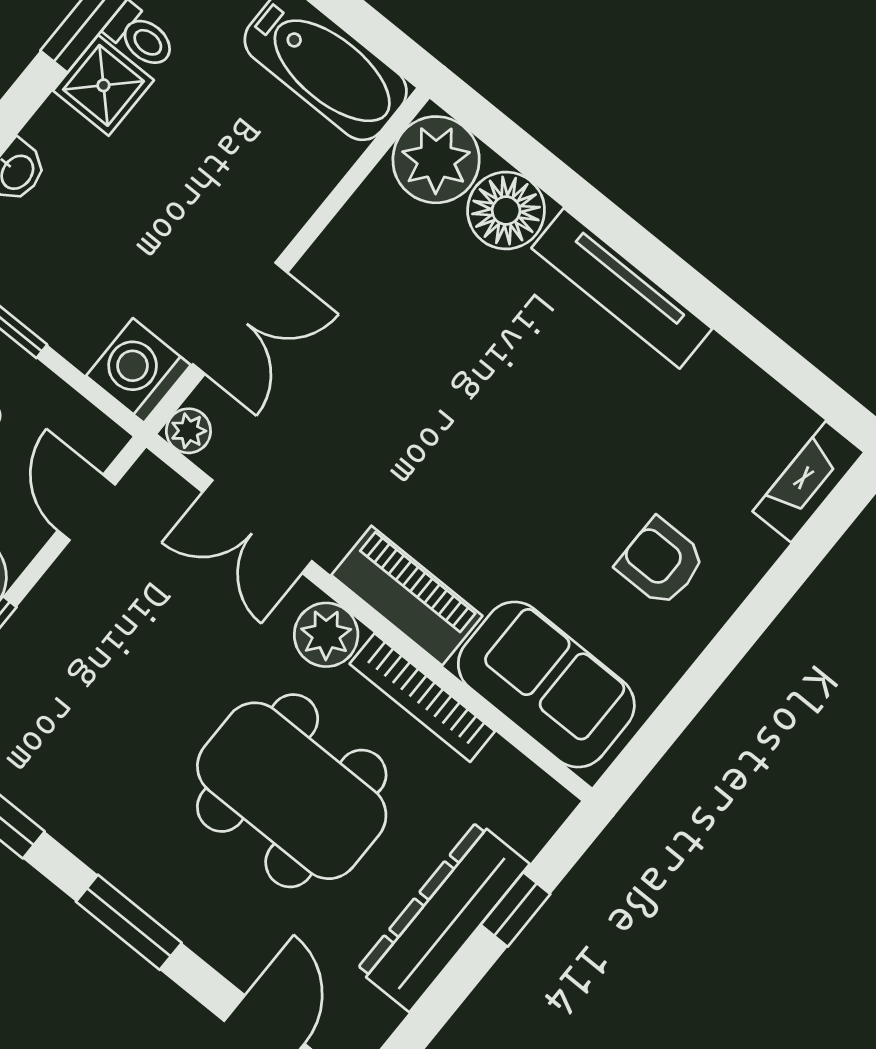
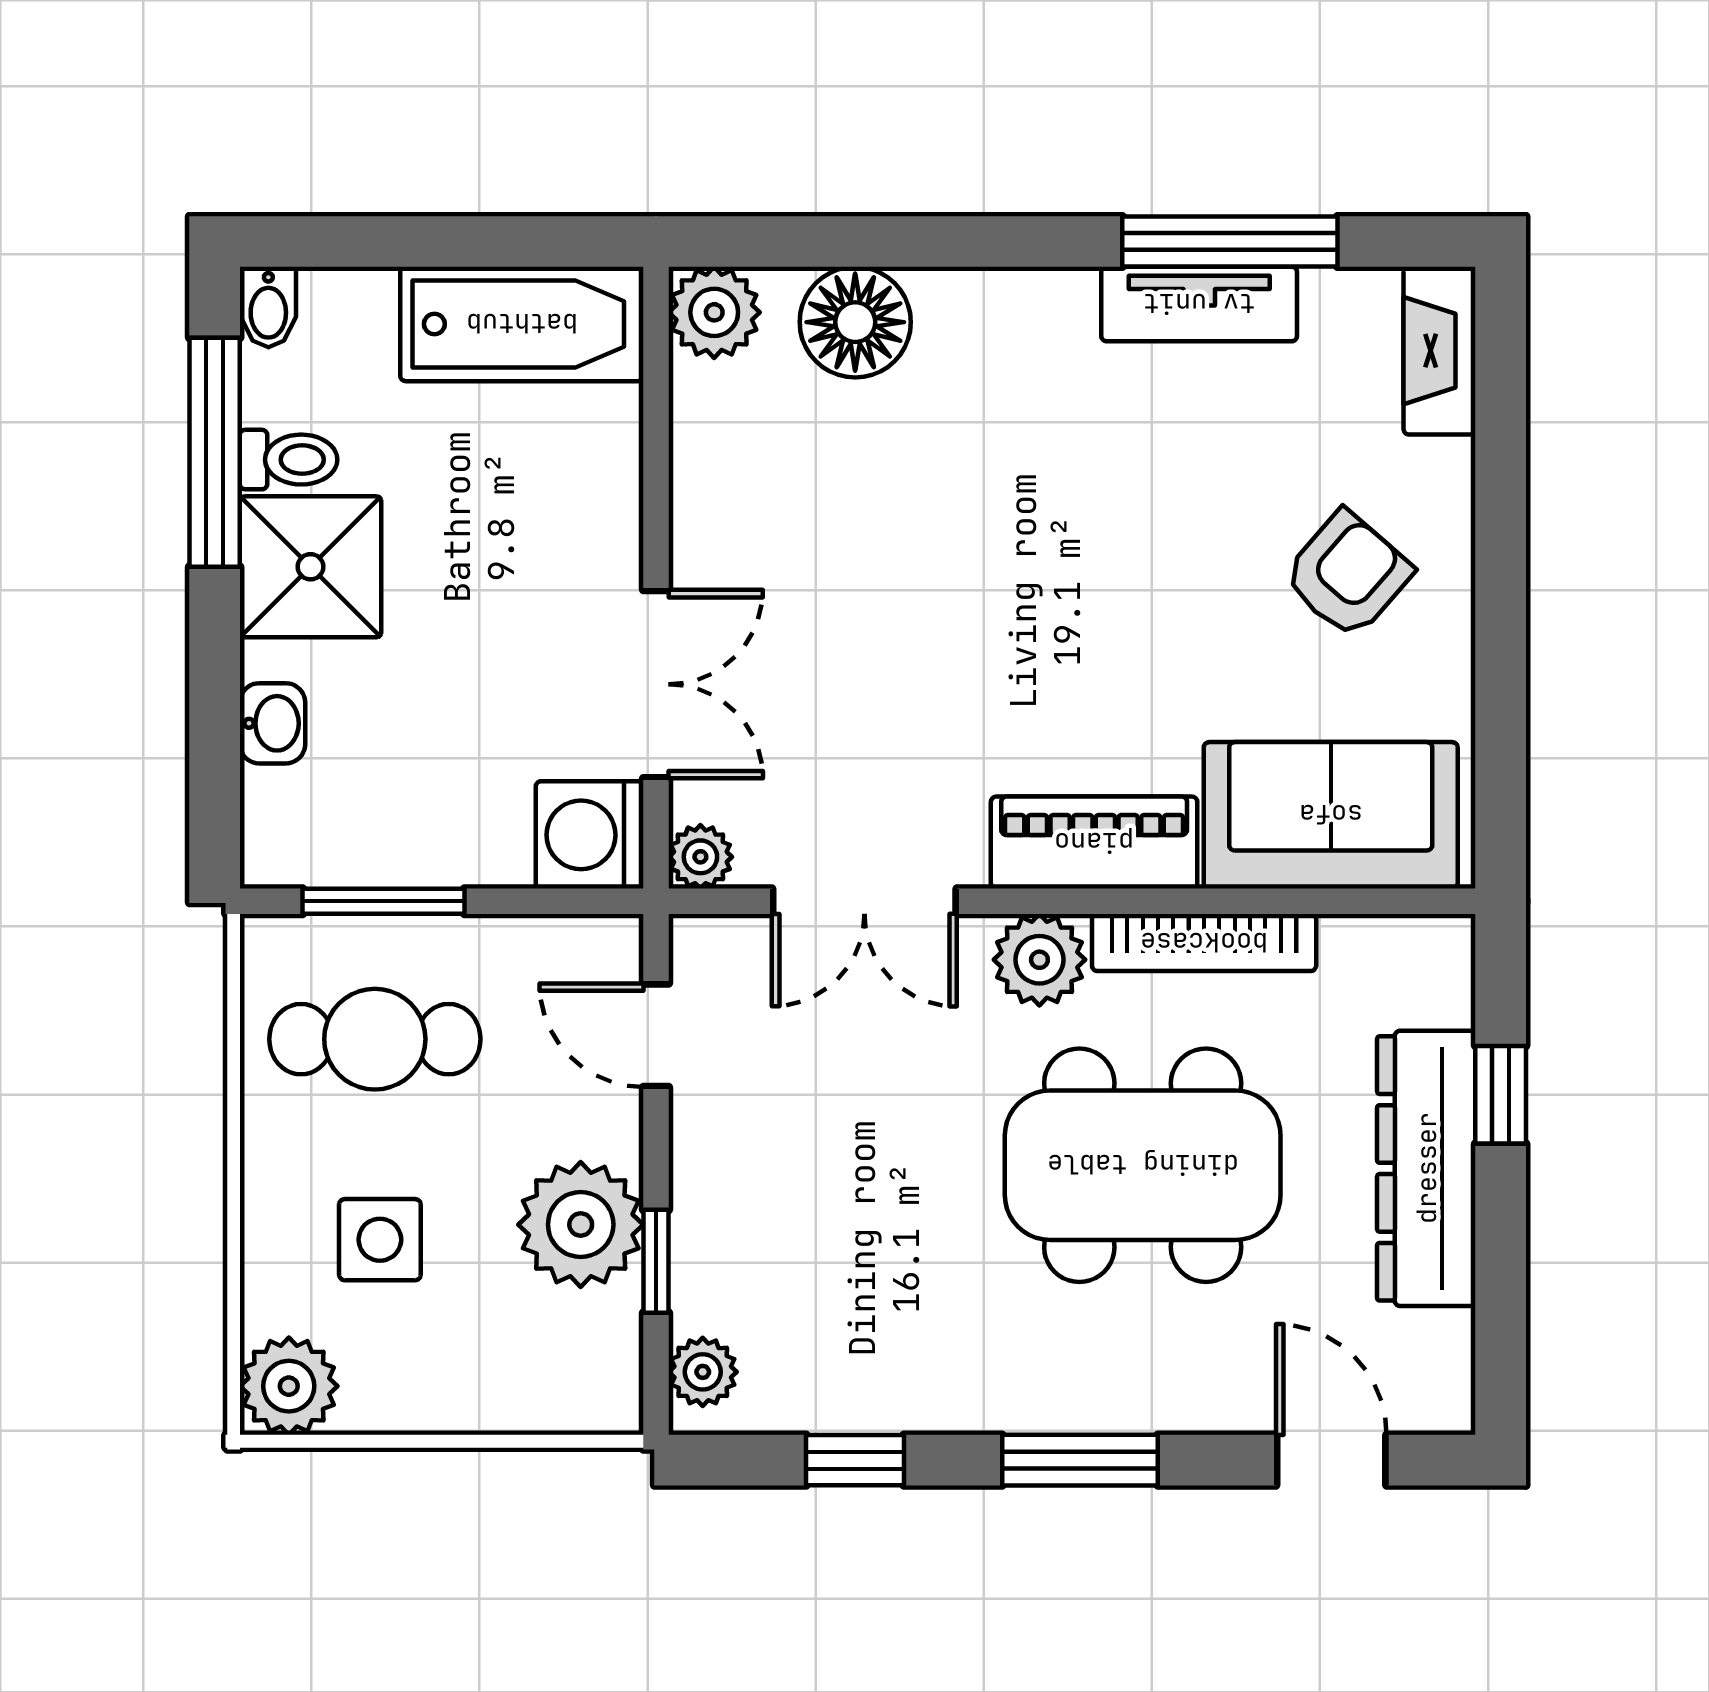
shower: (103, 85) -> (311, 567), width x1.36, depth x1.36
plant: (436, 160) -> (714, 312), width x0.73, depth x0.73
tv unit: (622, 288) -> (1199, 304), moved, width x0.71
window: (743, 331) -> (1230, 241), added
armchair: (661, 562) -> (1348, 574), turned 131

